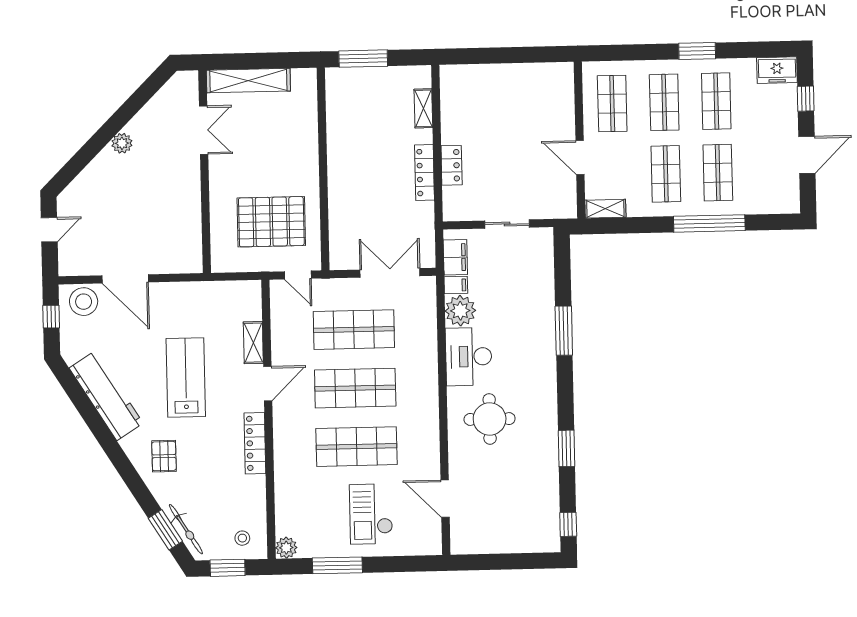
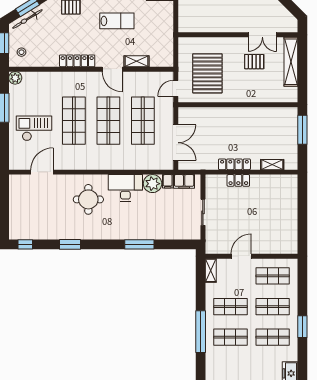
pallet: (249, 143) -> (254, 62), added
lab bench: (186, 378) -> (117, 21), width x0.73, depth x0.72

